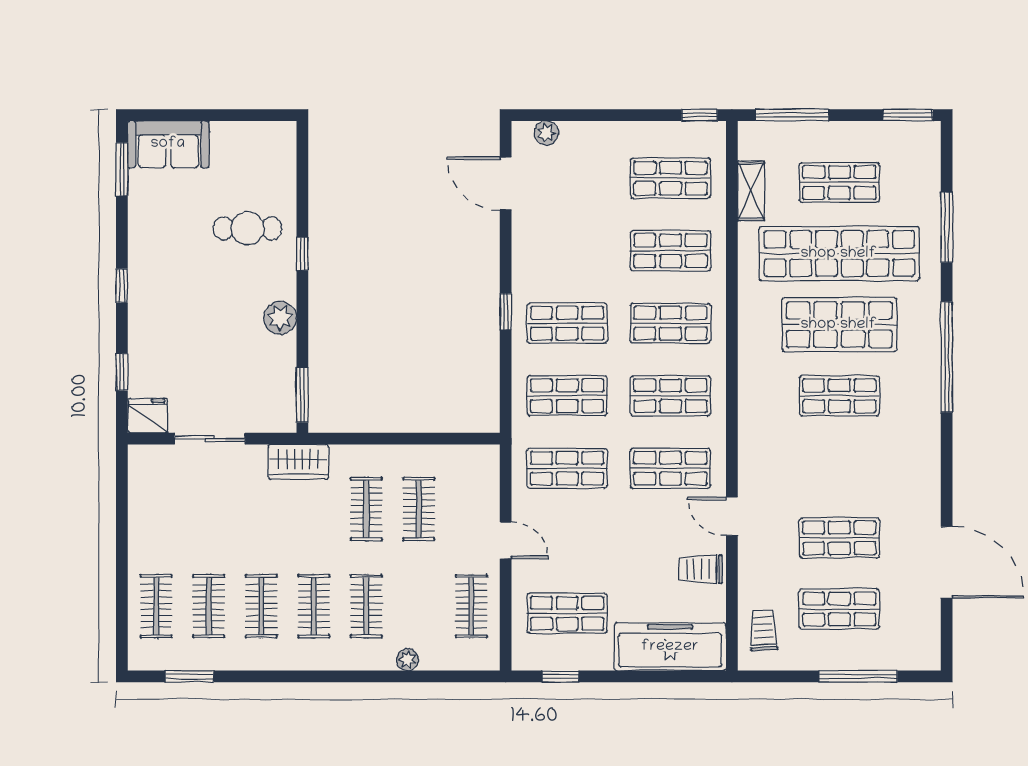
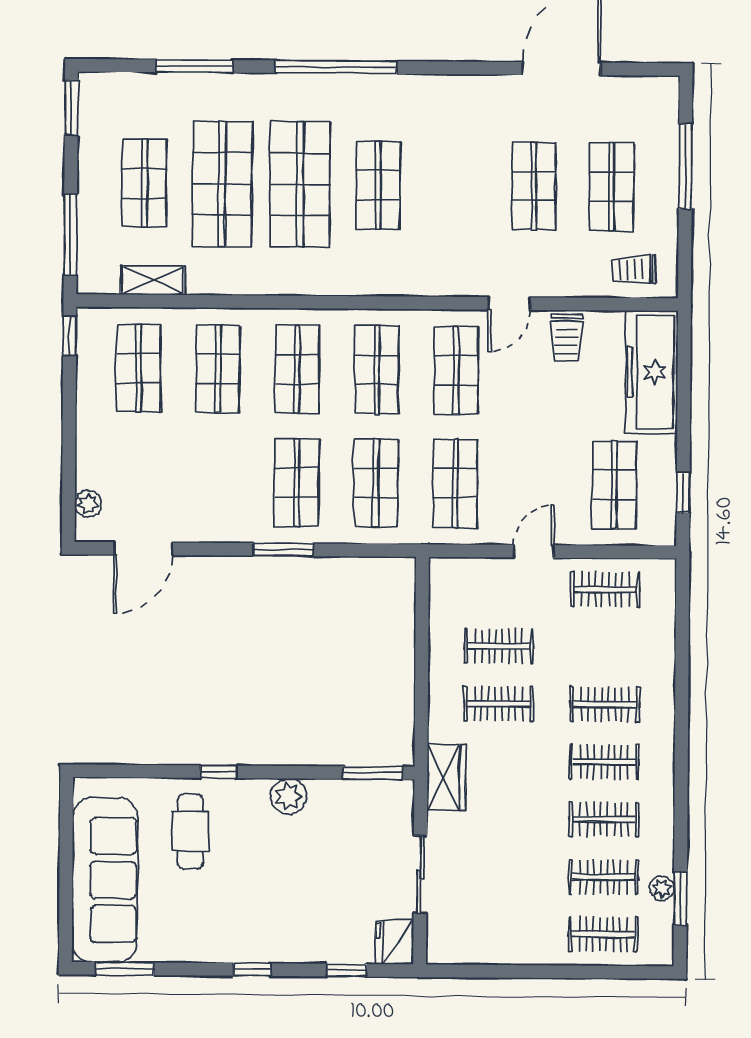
sofa: (168, 144) -> (105, 880), width x1.85, depth x1.27
shop shelf: (839, 254) -> (222, 184), width x0.71
window: (506, 312) -> (283, 550), width x1.50
plant: (408, 660) -> (662, 888), moved

